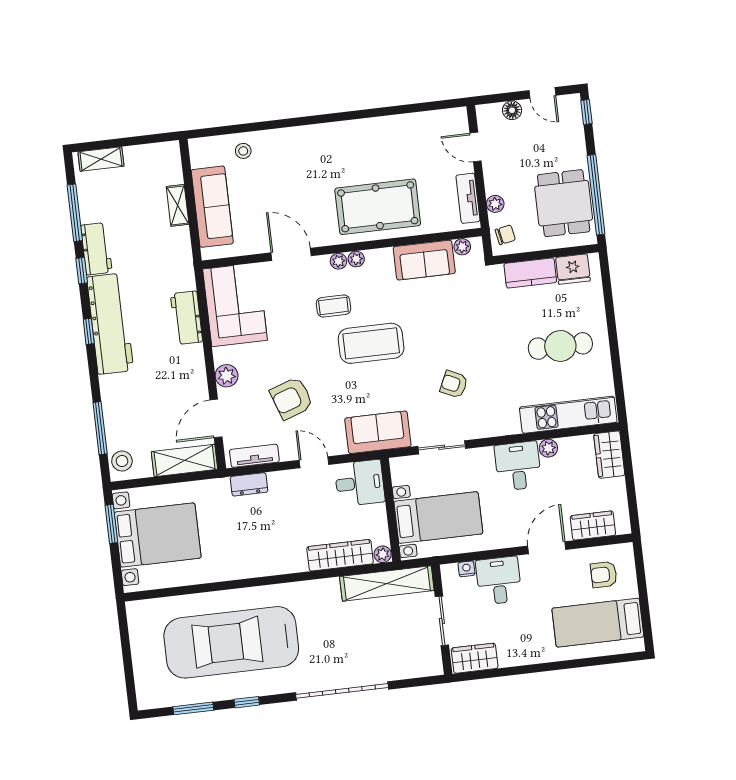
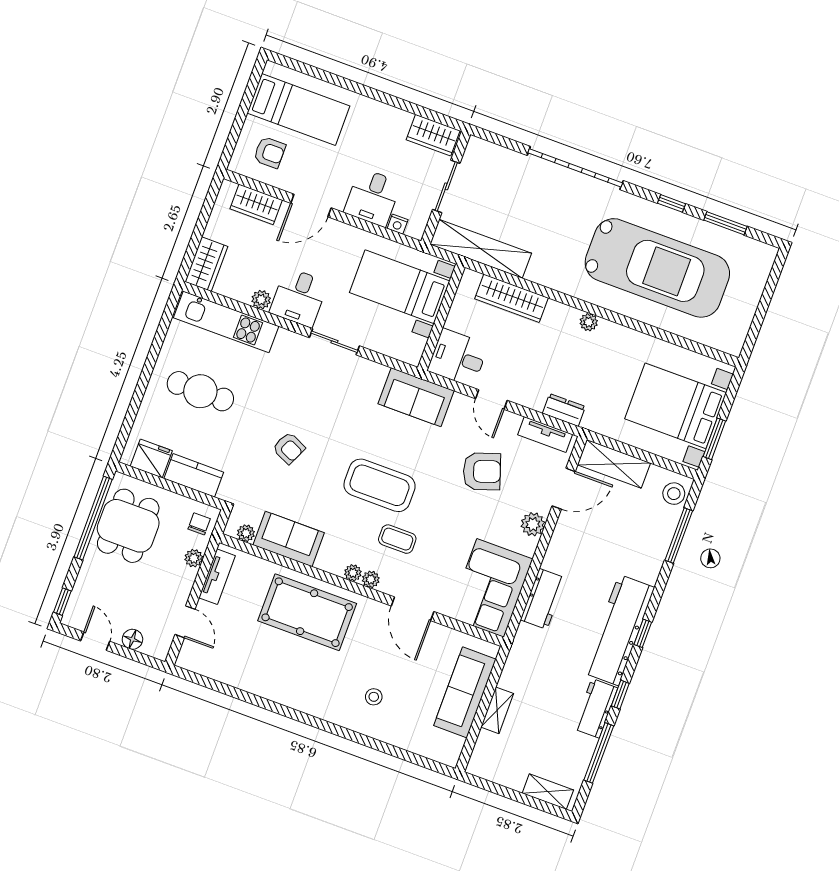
stool: (243, 151) -> (374, 697), moved
chair: (505, 235) -> (199, 524), turned 101
armchair: (454, 384) -> (289, 448), moved
sliding door: (442, 447) -> (334, 342), moved
plant: (383, 554) -> (589, 322), moved

